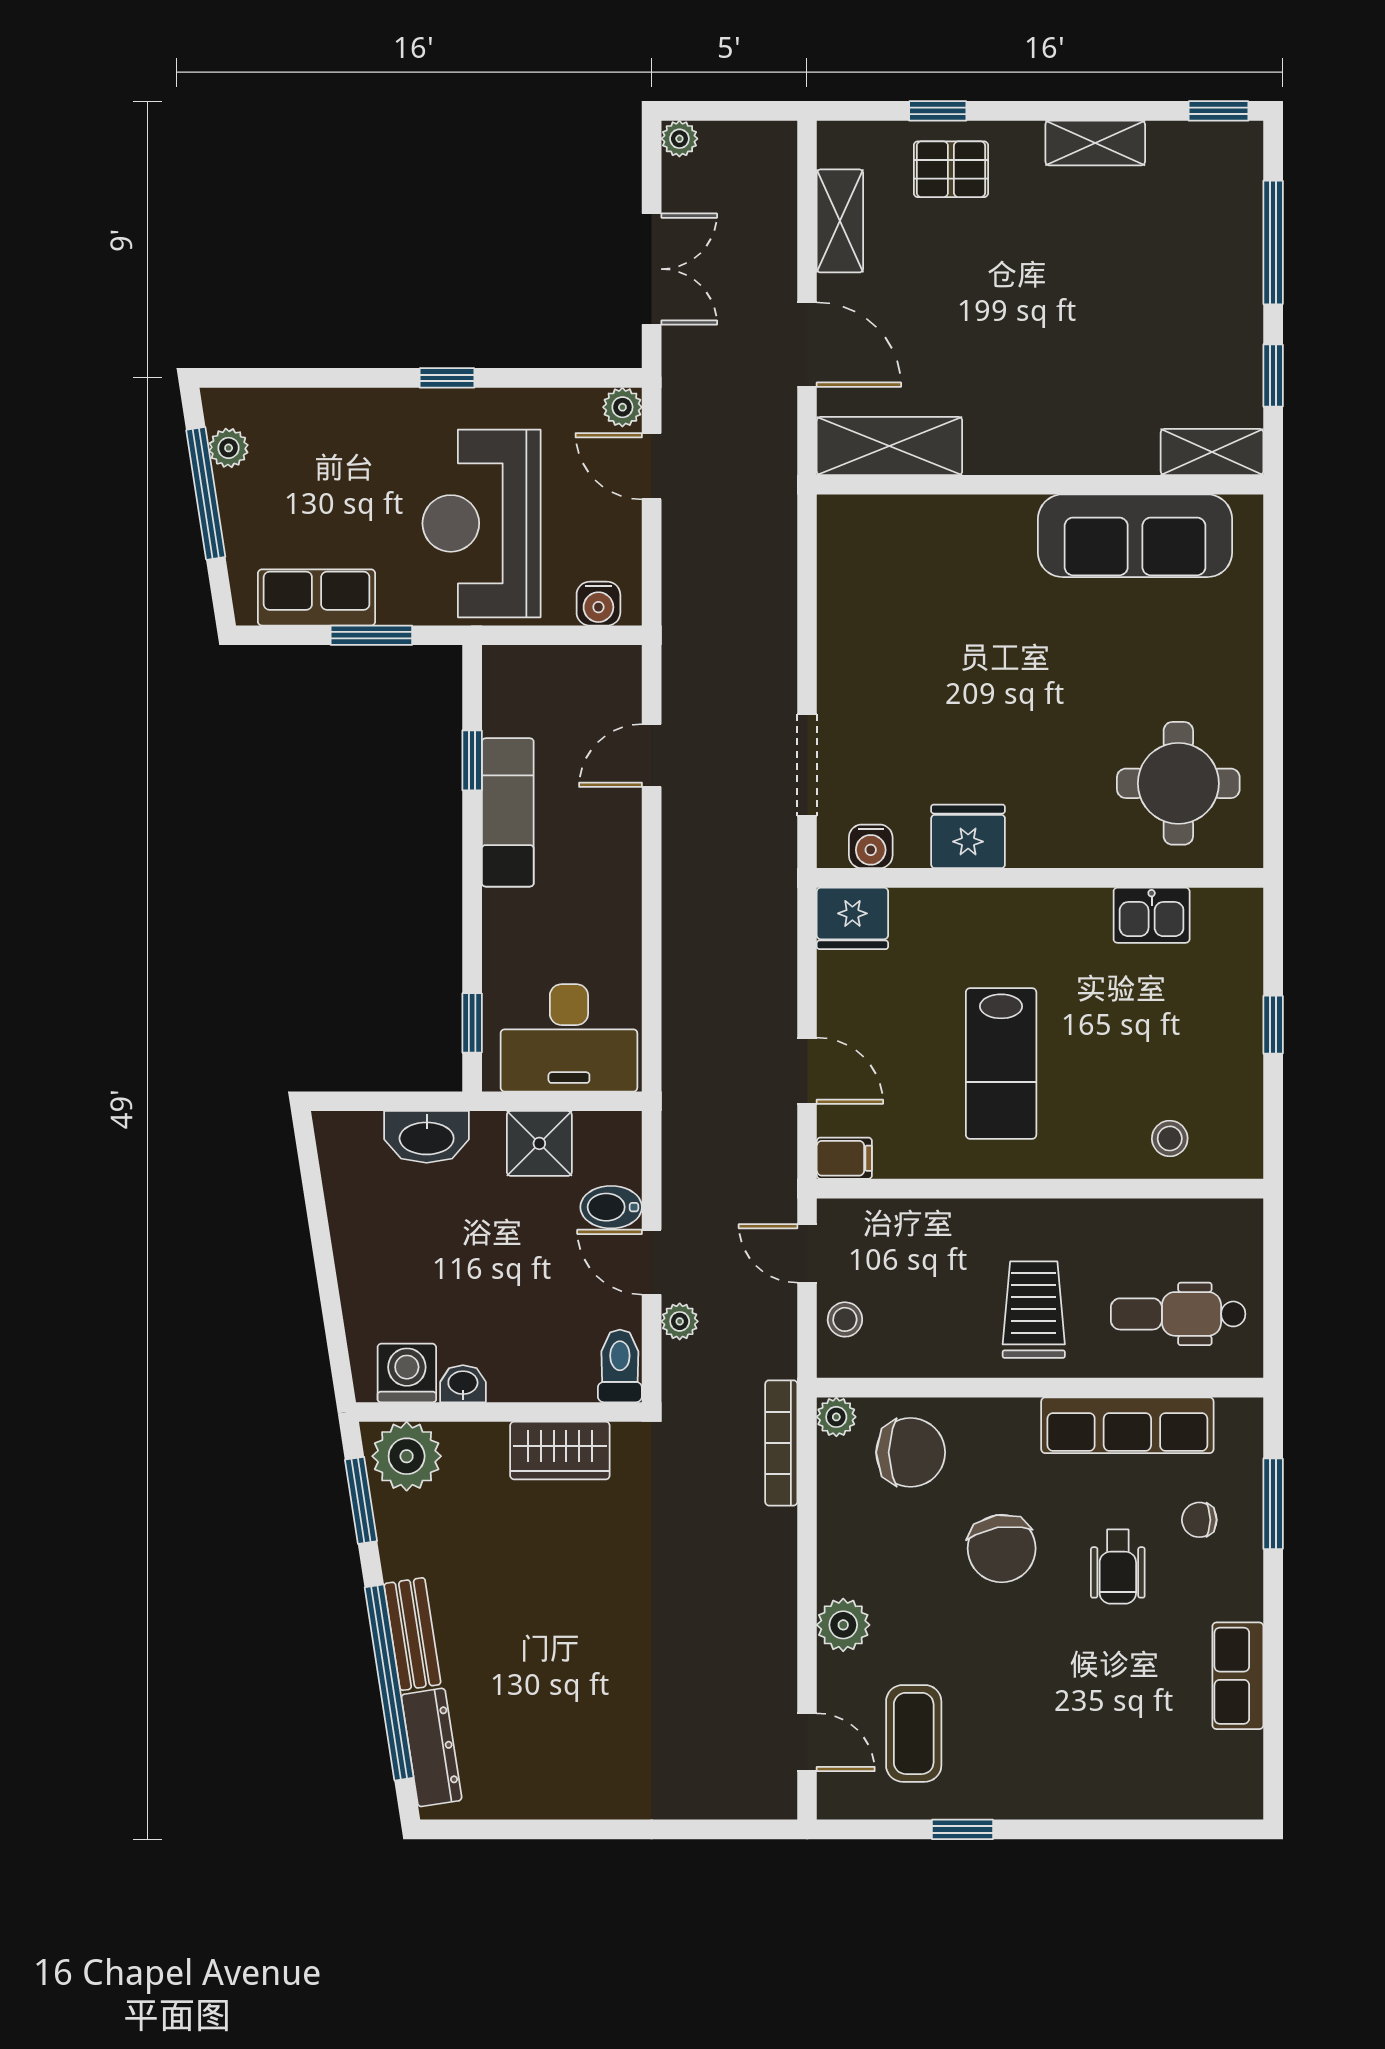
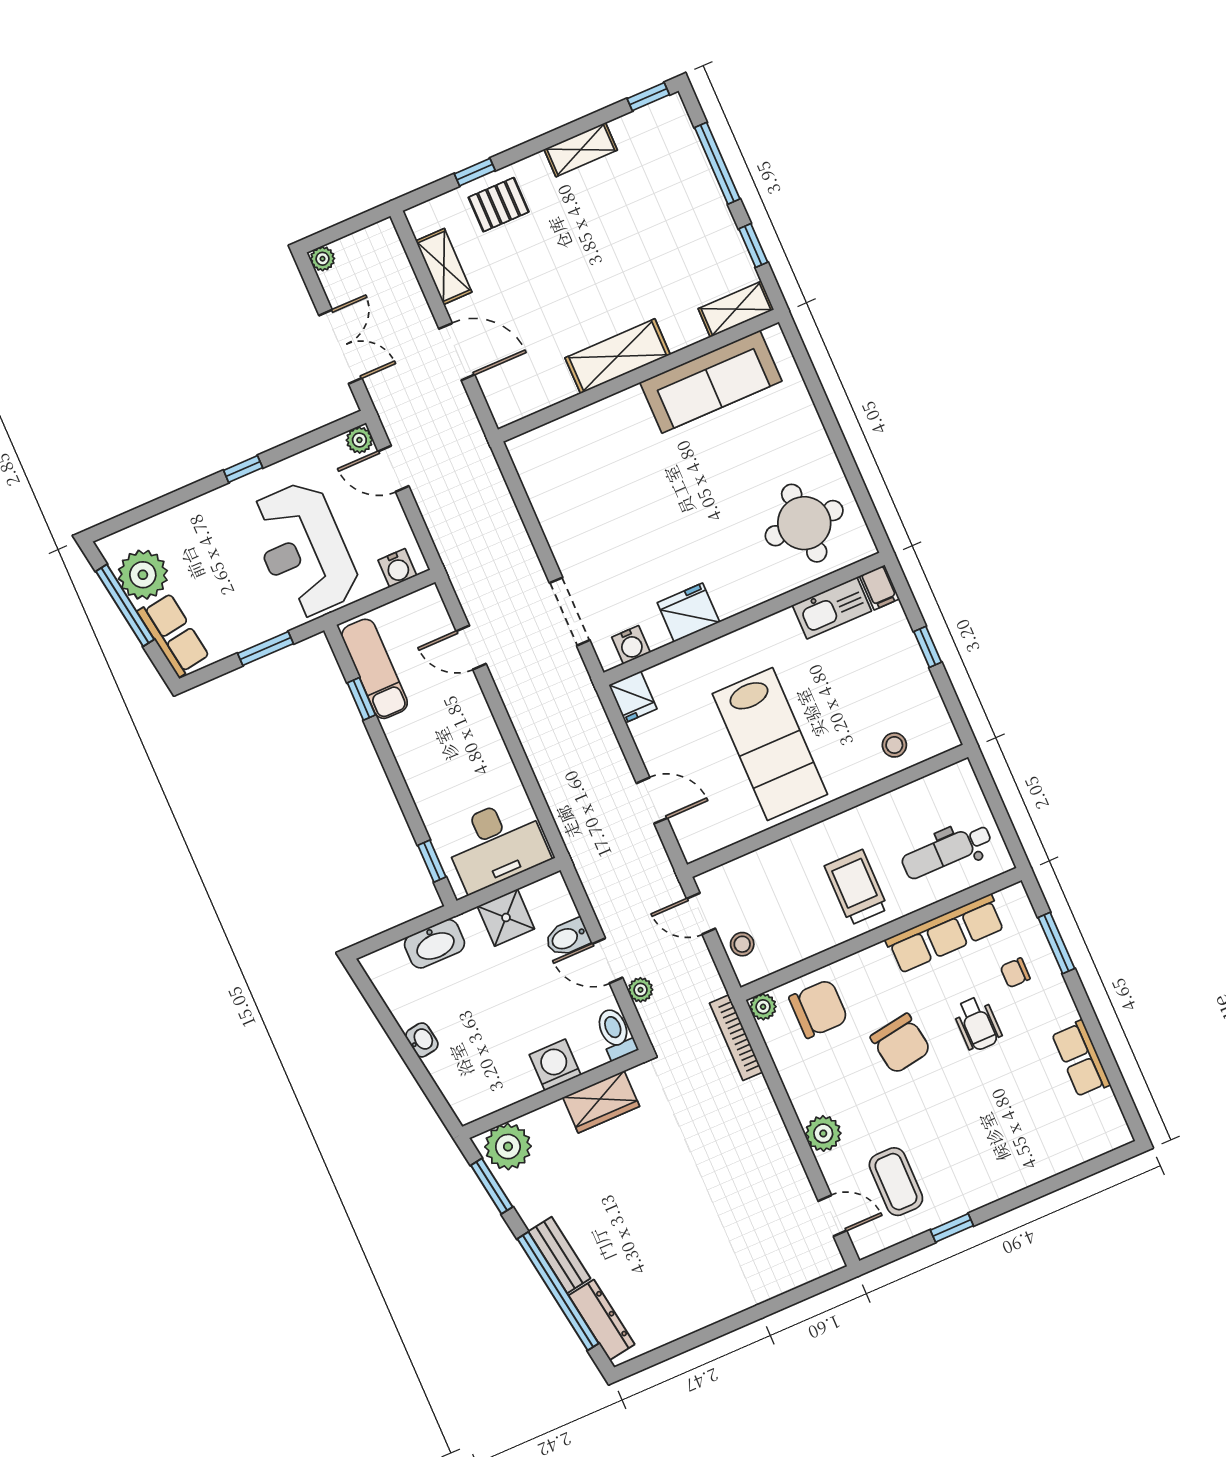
shelving: (889, 446) -> (618, 356), moved
plant: (229, 448) -> (143, 575), width x1.88, depth x1.88
row of seats: (317, 597) -> (174, 635), moved, turned 81
door: (652, 756) -> (471, 648), hinge flipped
exam couch: (508, 812) -> (375, 669), moved
kitchen sink: (1152, 915) -> (832, 608), width x1.38
fridge: (852, 918) -> (633, 697), width x0.72
lab bench: (1001, 1064) -> (770, 744), width x1.36, depth x1.39
filing cabinet: (844, 1158) -> (879, 587), moved, turned 90
washing machine: (407, 1373) -> (555, 1065), moved
washbasin: (463, 1384) -> (422, 1040), moved, turned 81

